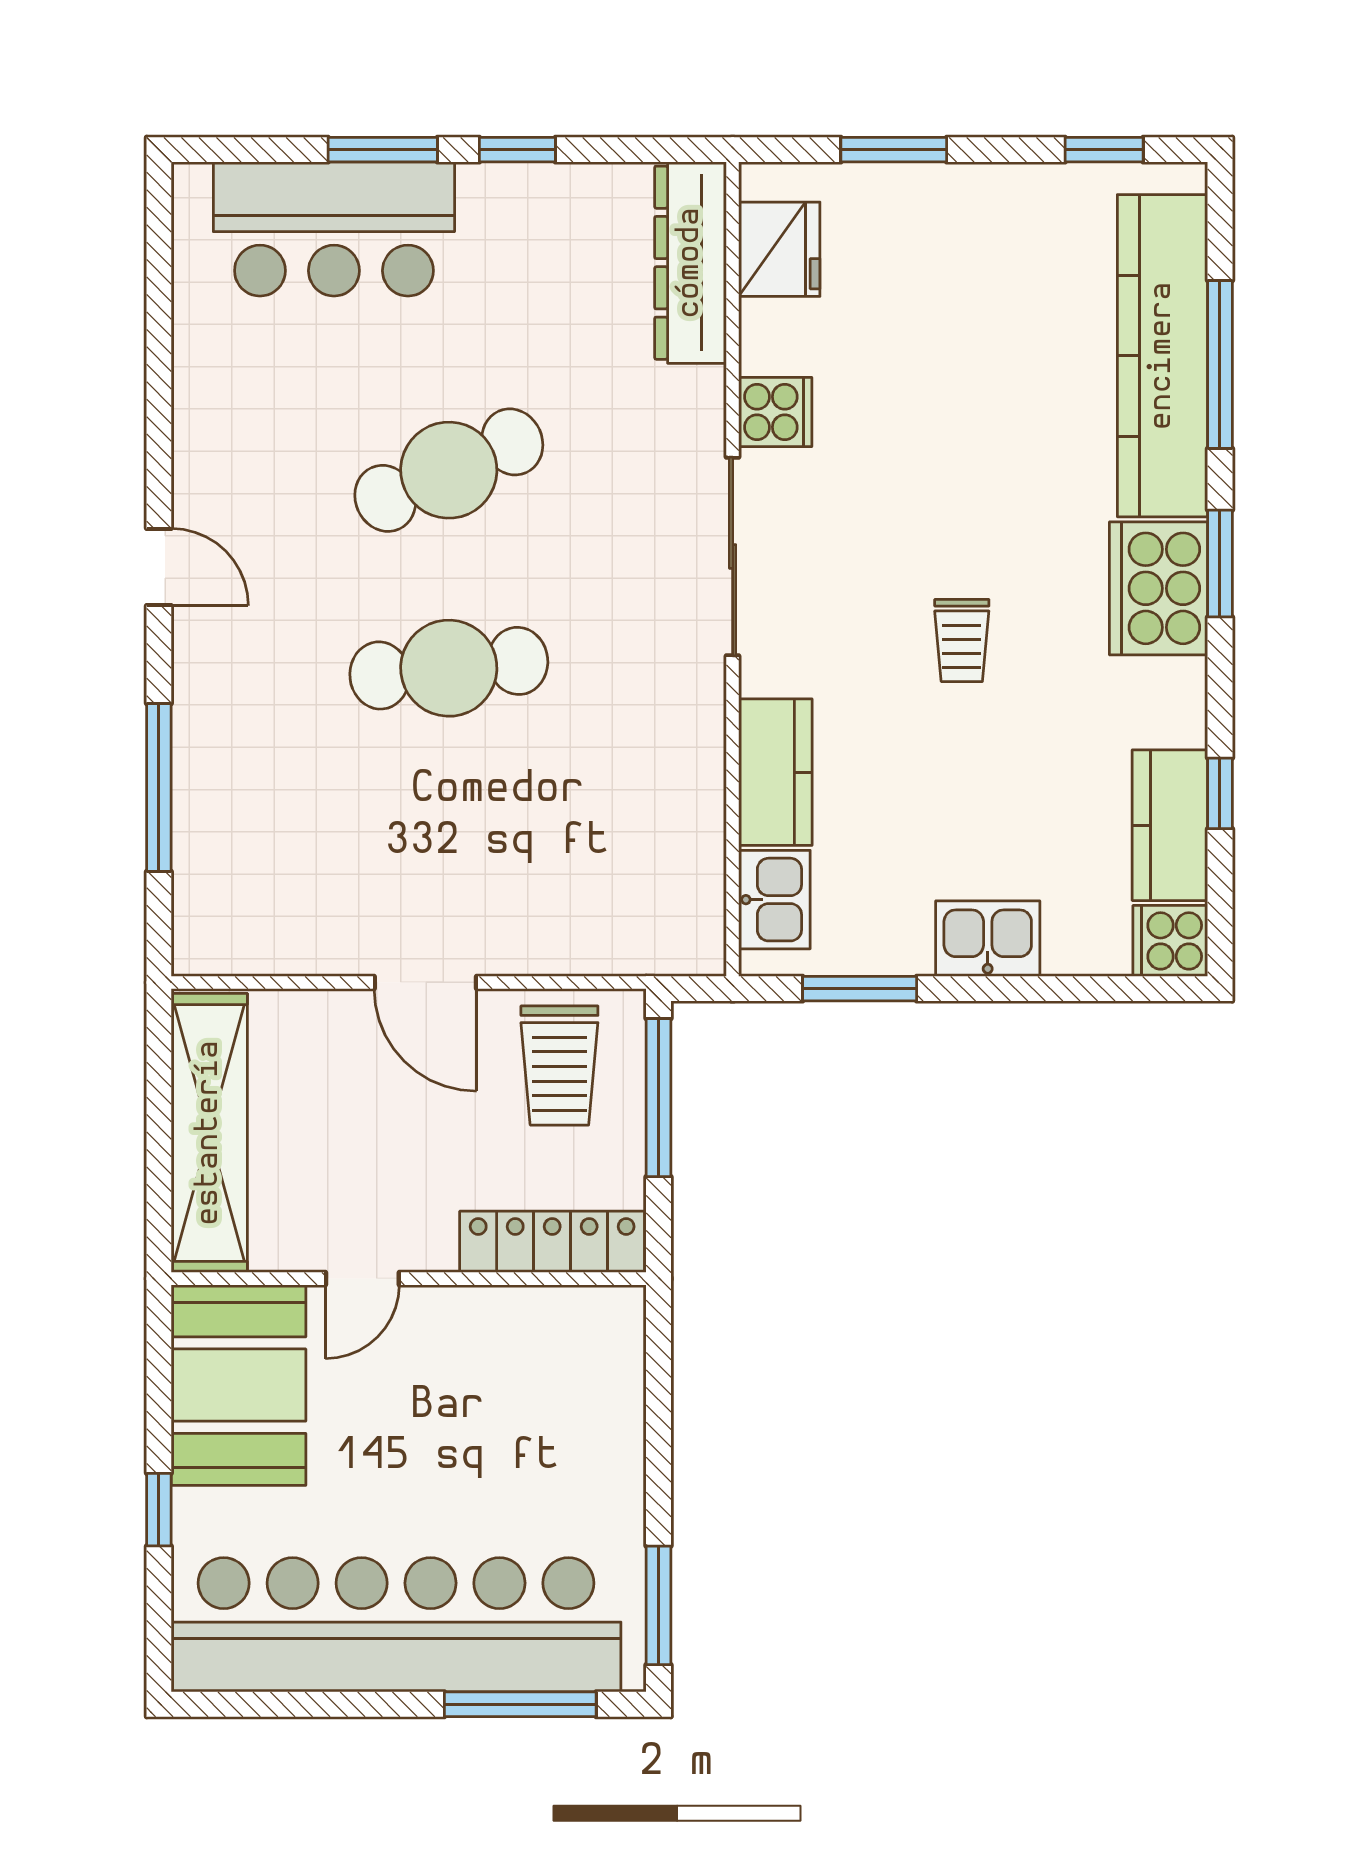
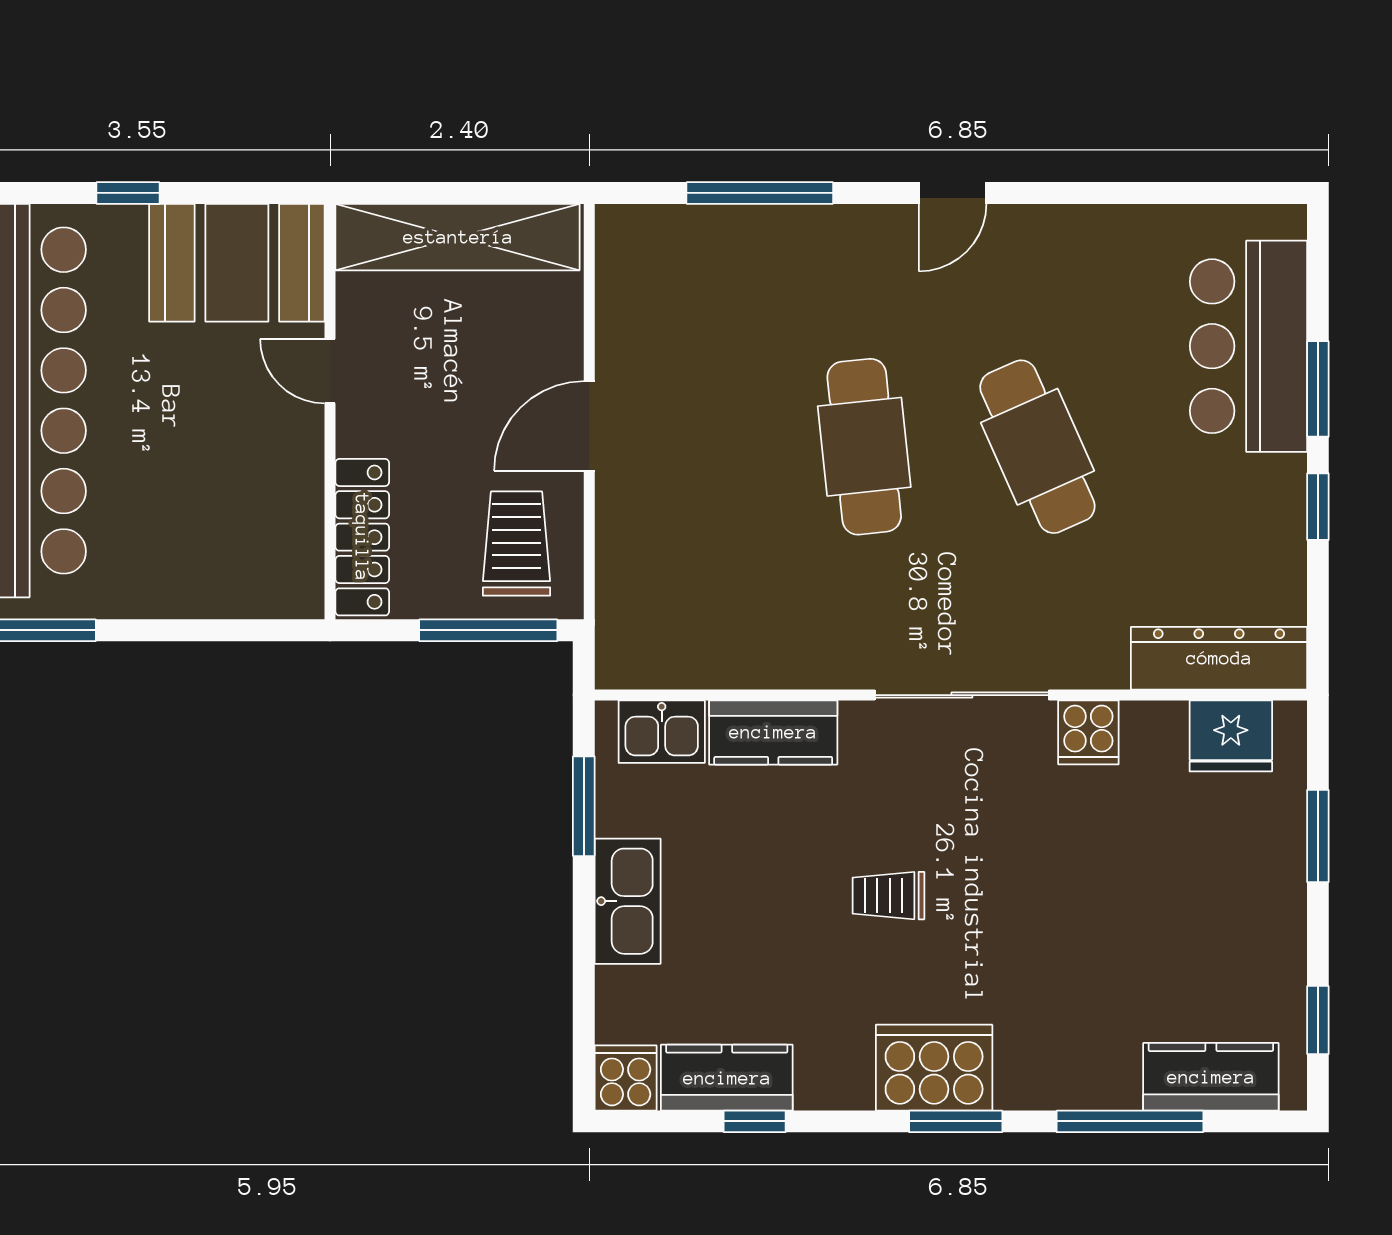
kitchen counter: (1162, 356) -> (1211, 1077), width x0.48, depth x0.86
kitchen sink: (988, 939) -> (628, 901), width x1.38
trolley: (559, 1065) -> (517, 544), turned 90

